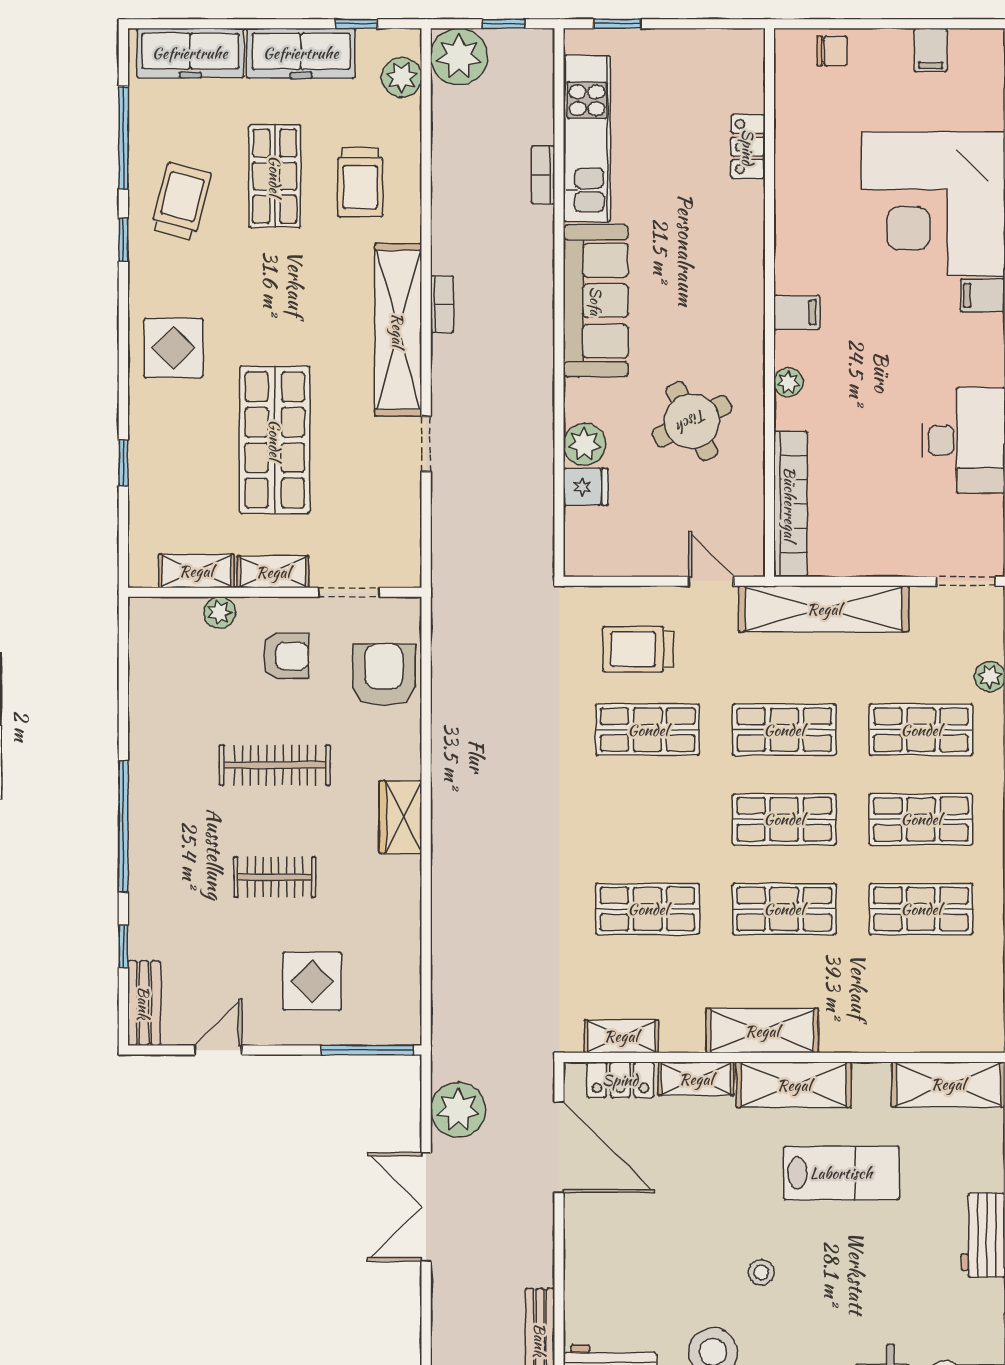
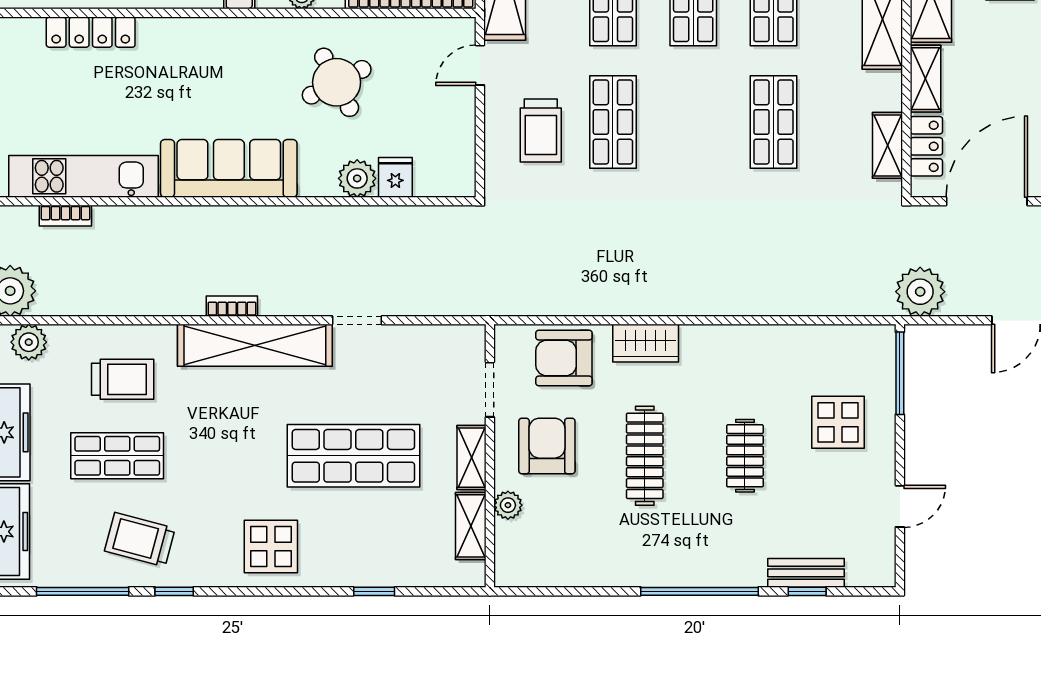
locker: (748, 147) -> (91, 32), width x1.53
bookcase: (543, 175) -> (65, 216), moved
armchair: (286, 656) -> (547, 446), width x1.38, depth x1.38
wardrobe: (400, 817) -> (646, 343), moved
bench: (144, 1003) -> (806, 573), moved
door: (218, 1050) -> (900, 506), swing flipped
plant: (458, 1110) -> (920, 292), moved

